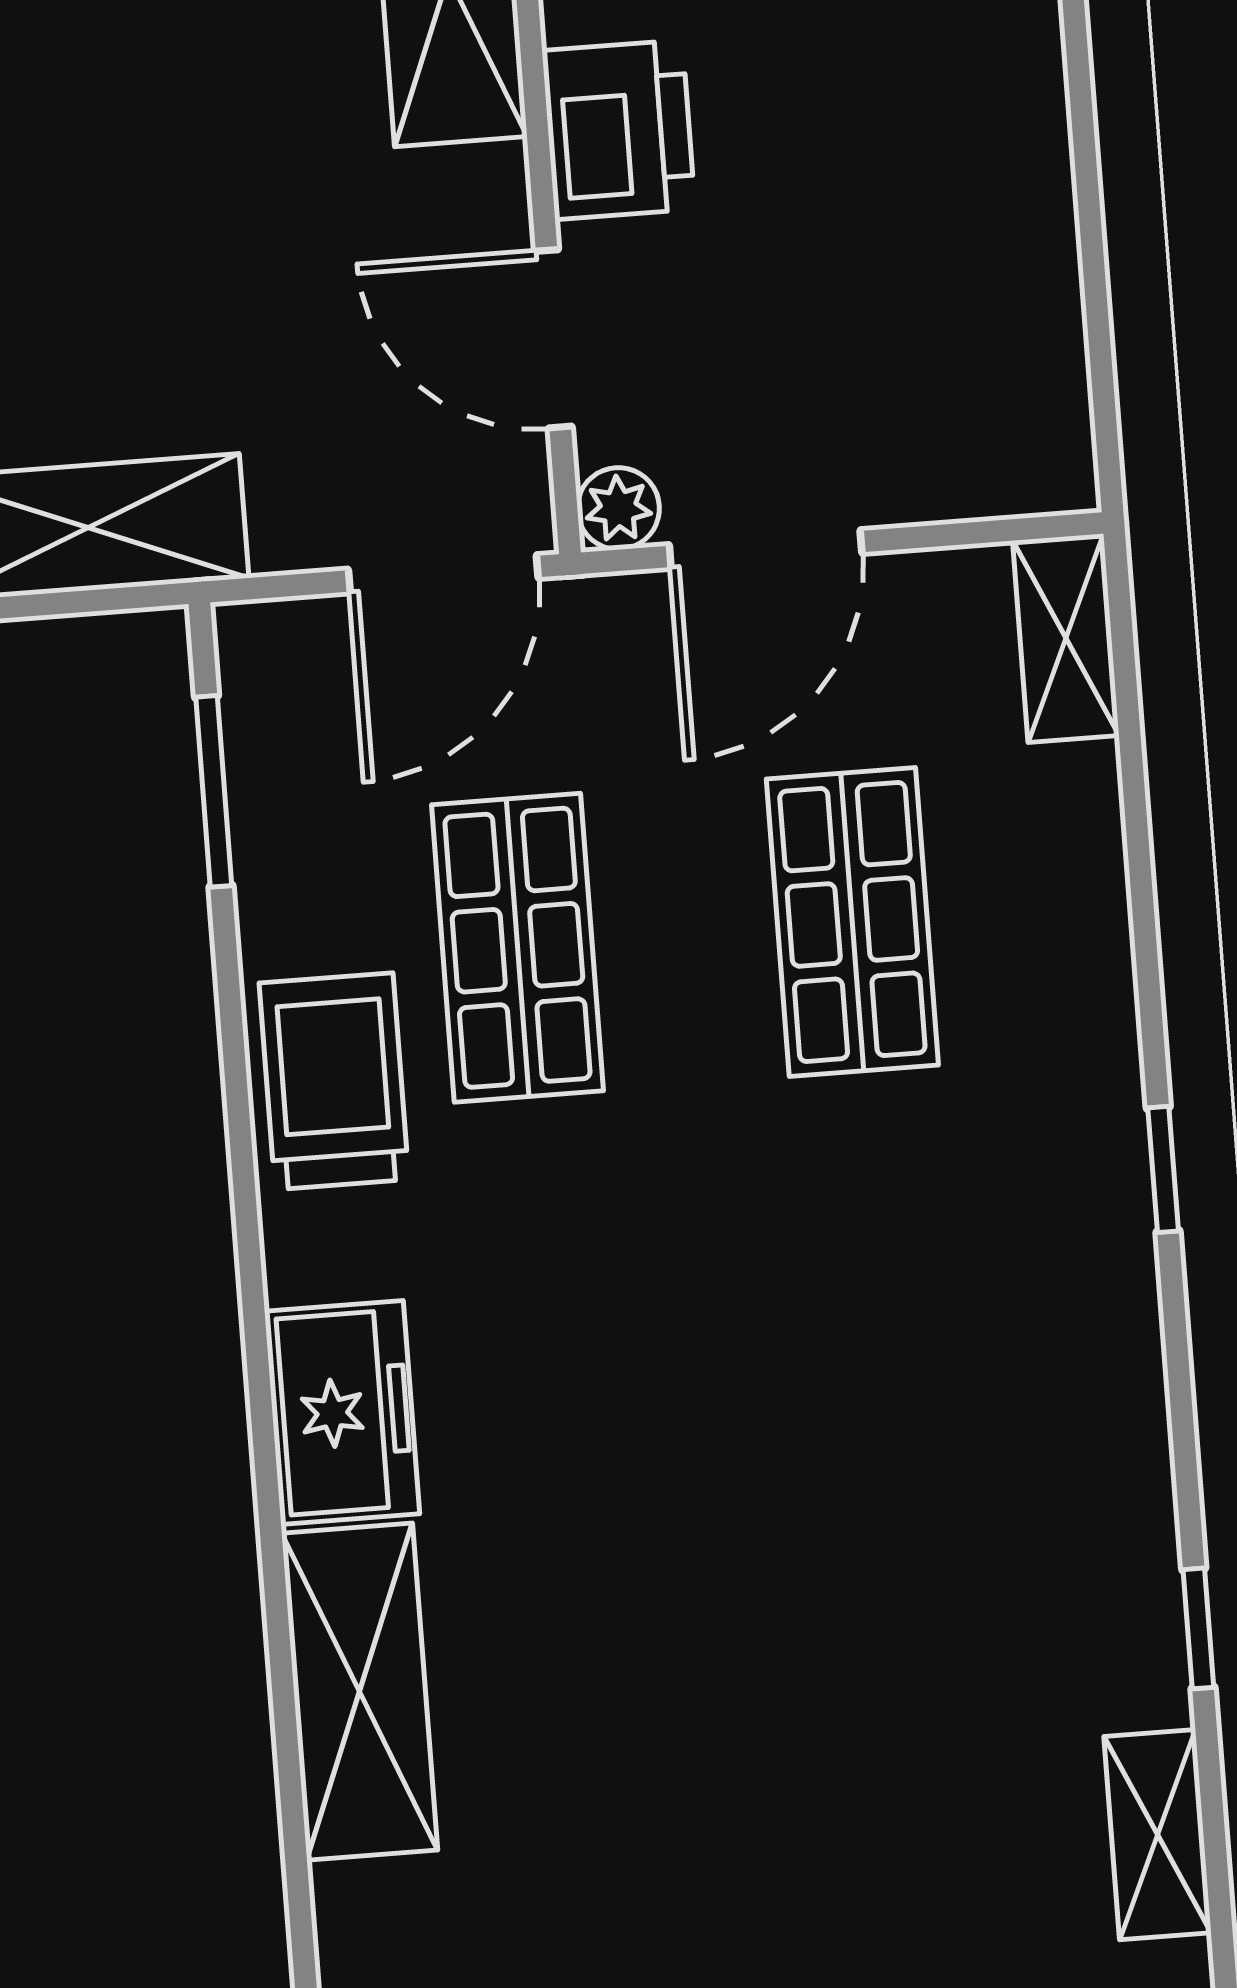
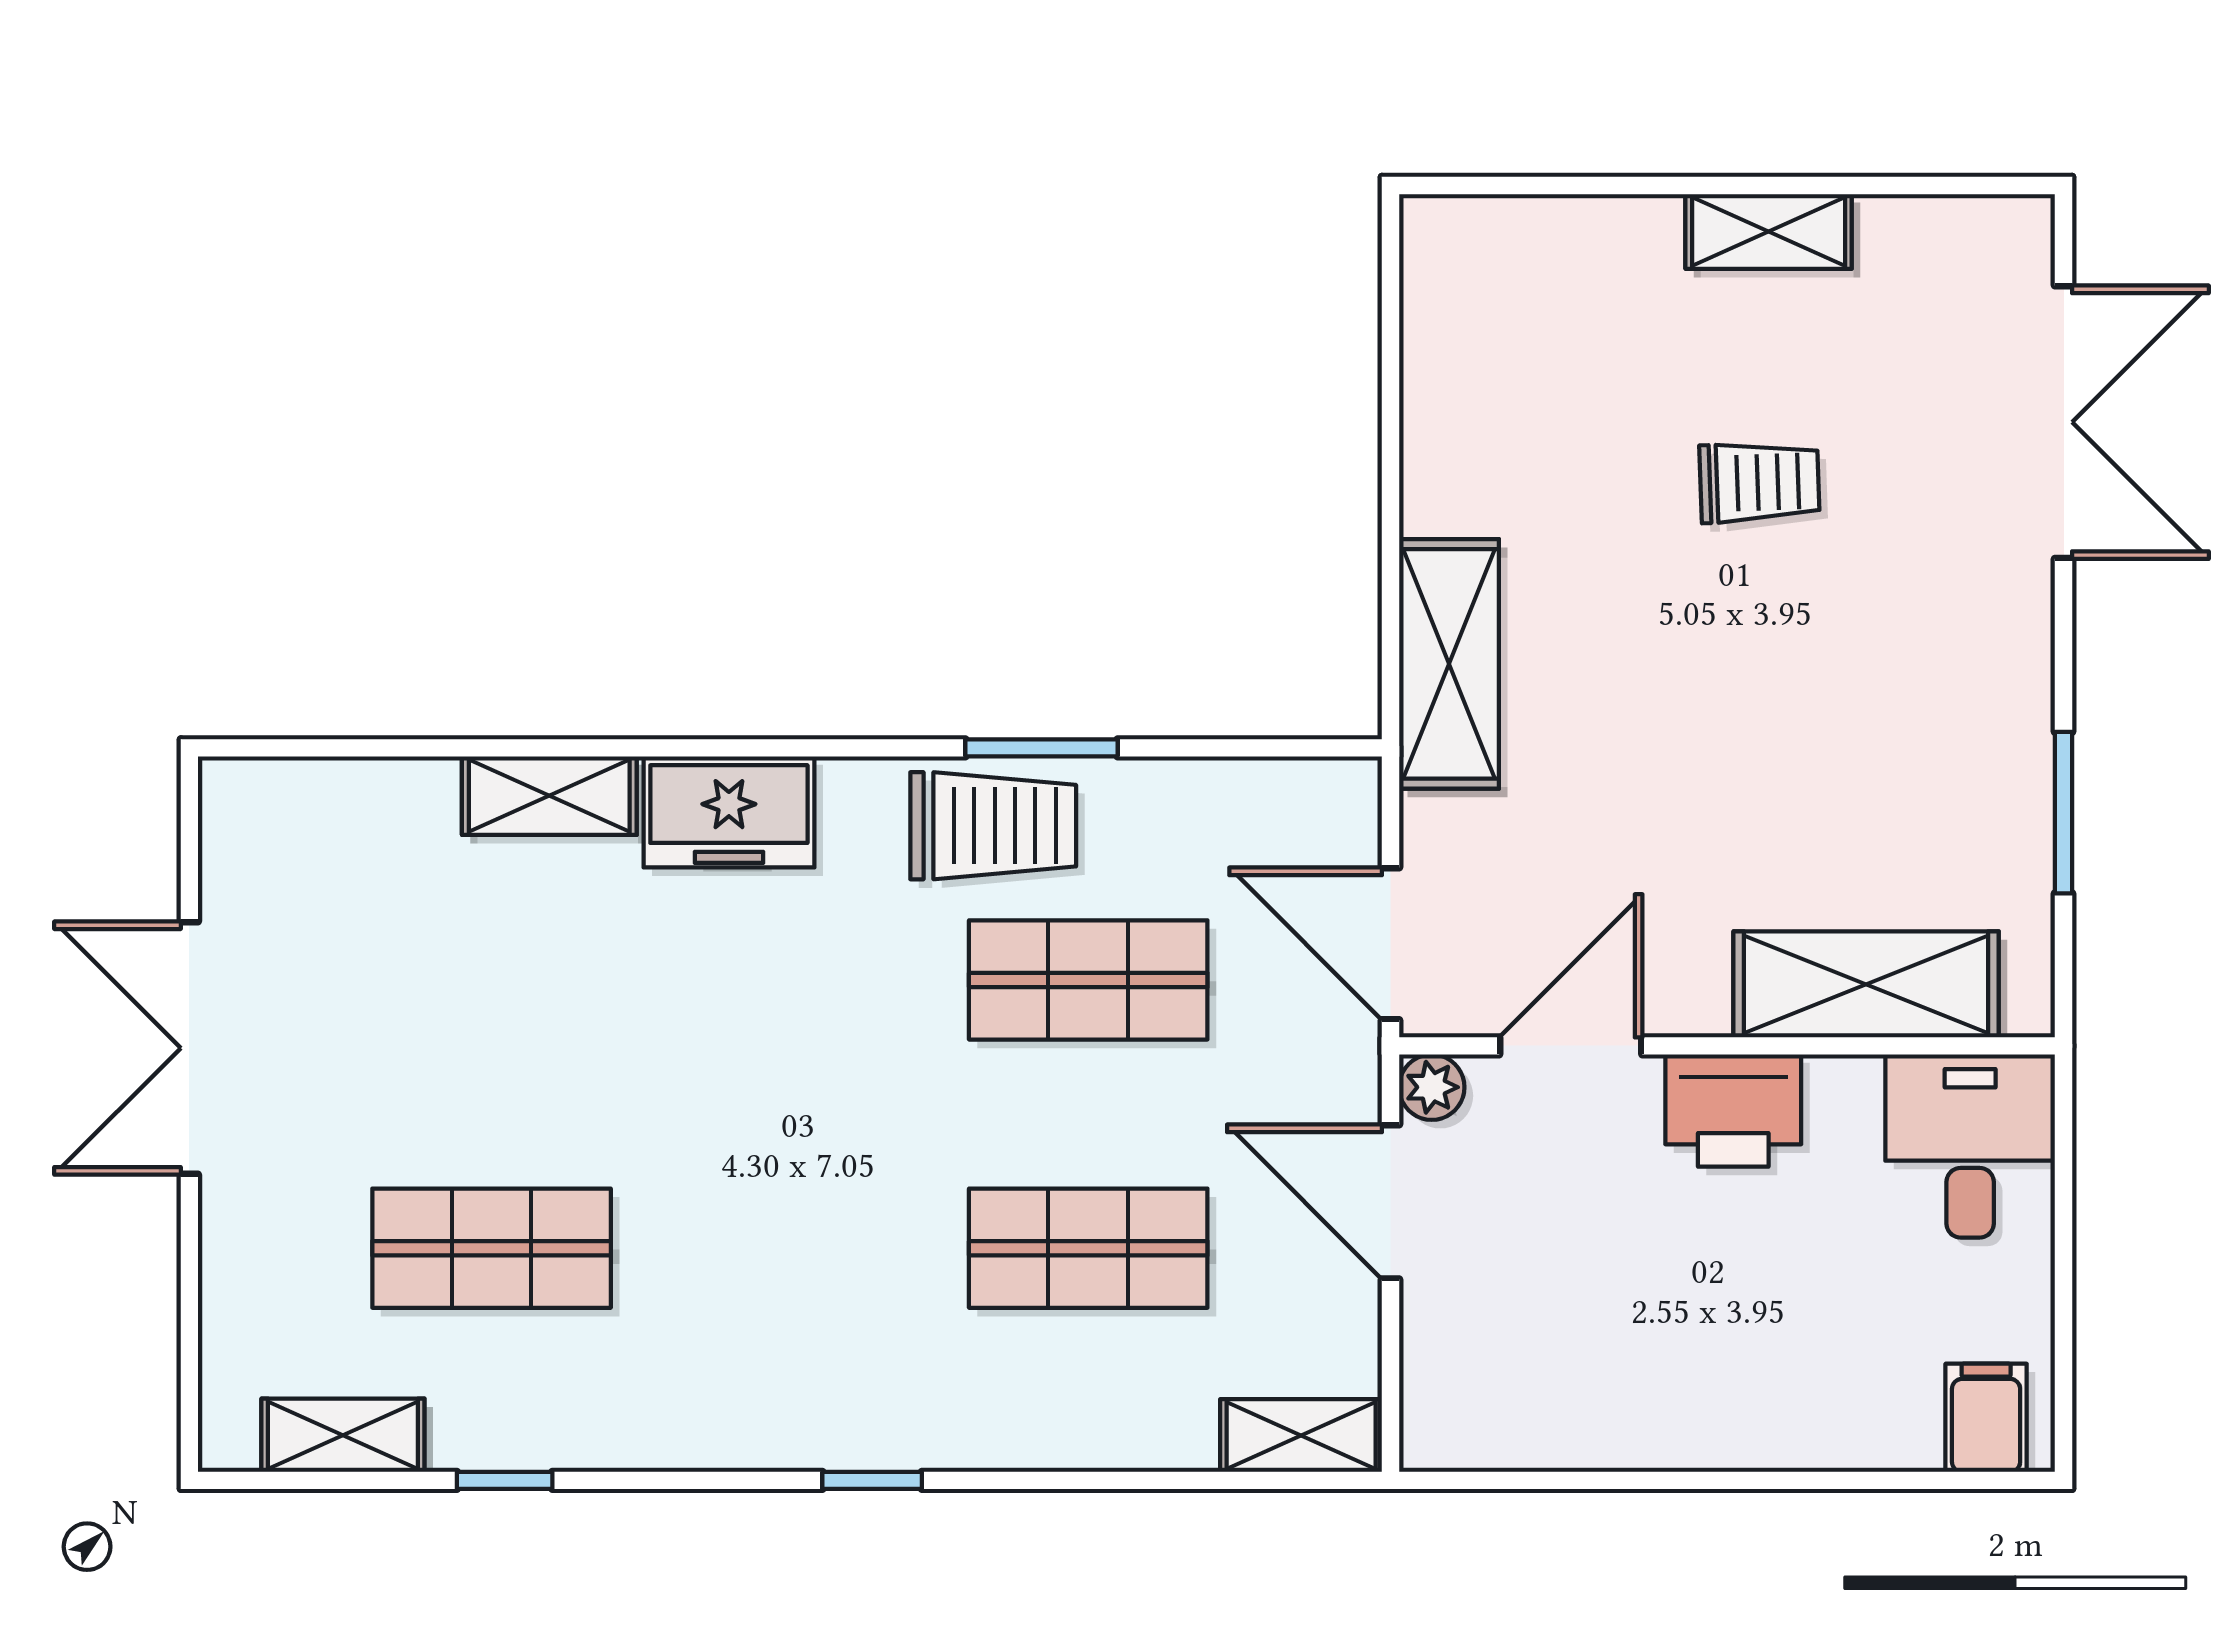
window: (214, 791) -> (1041, 748), moved
shop shelf: (910, 1667) -> (492, 1248), added
shelving: (360, 1692) -> (549, 796), width x0.67, depth x0.75

